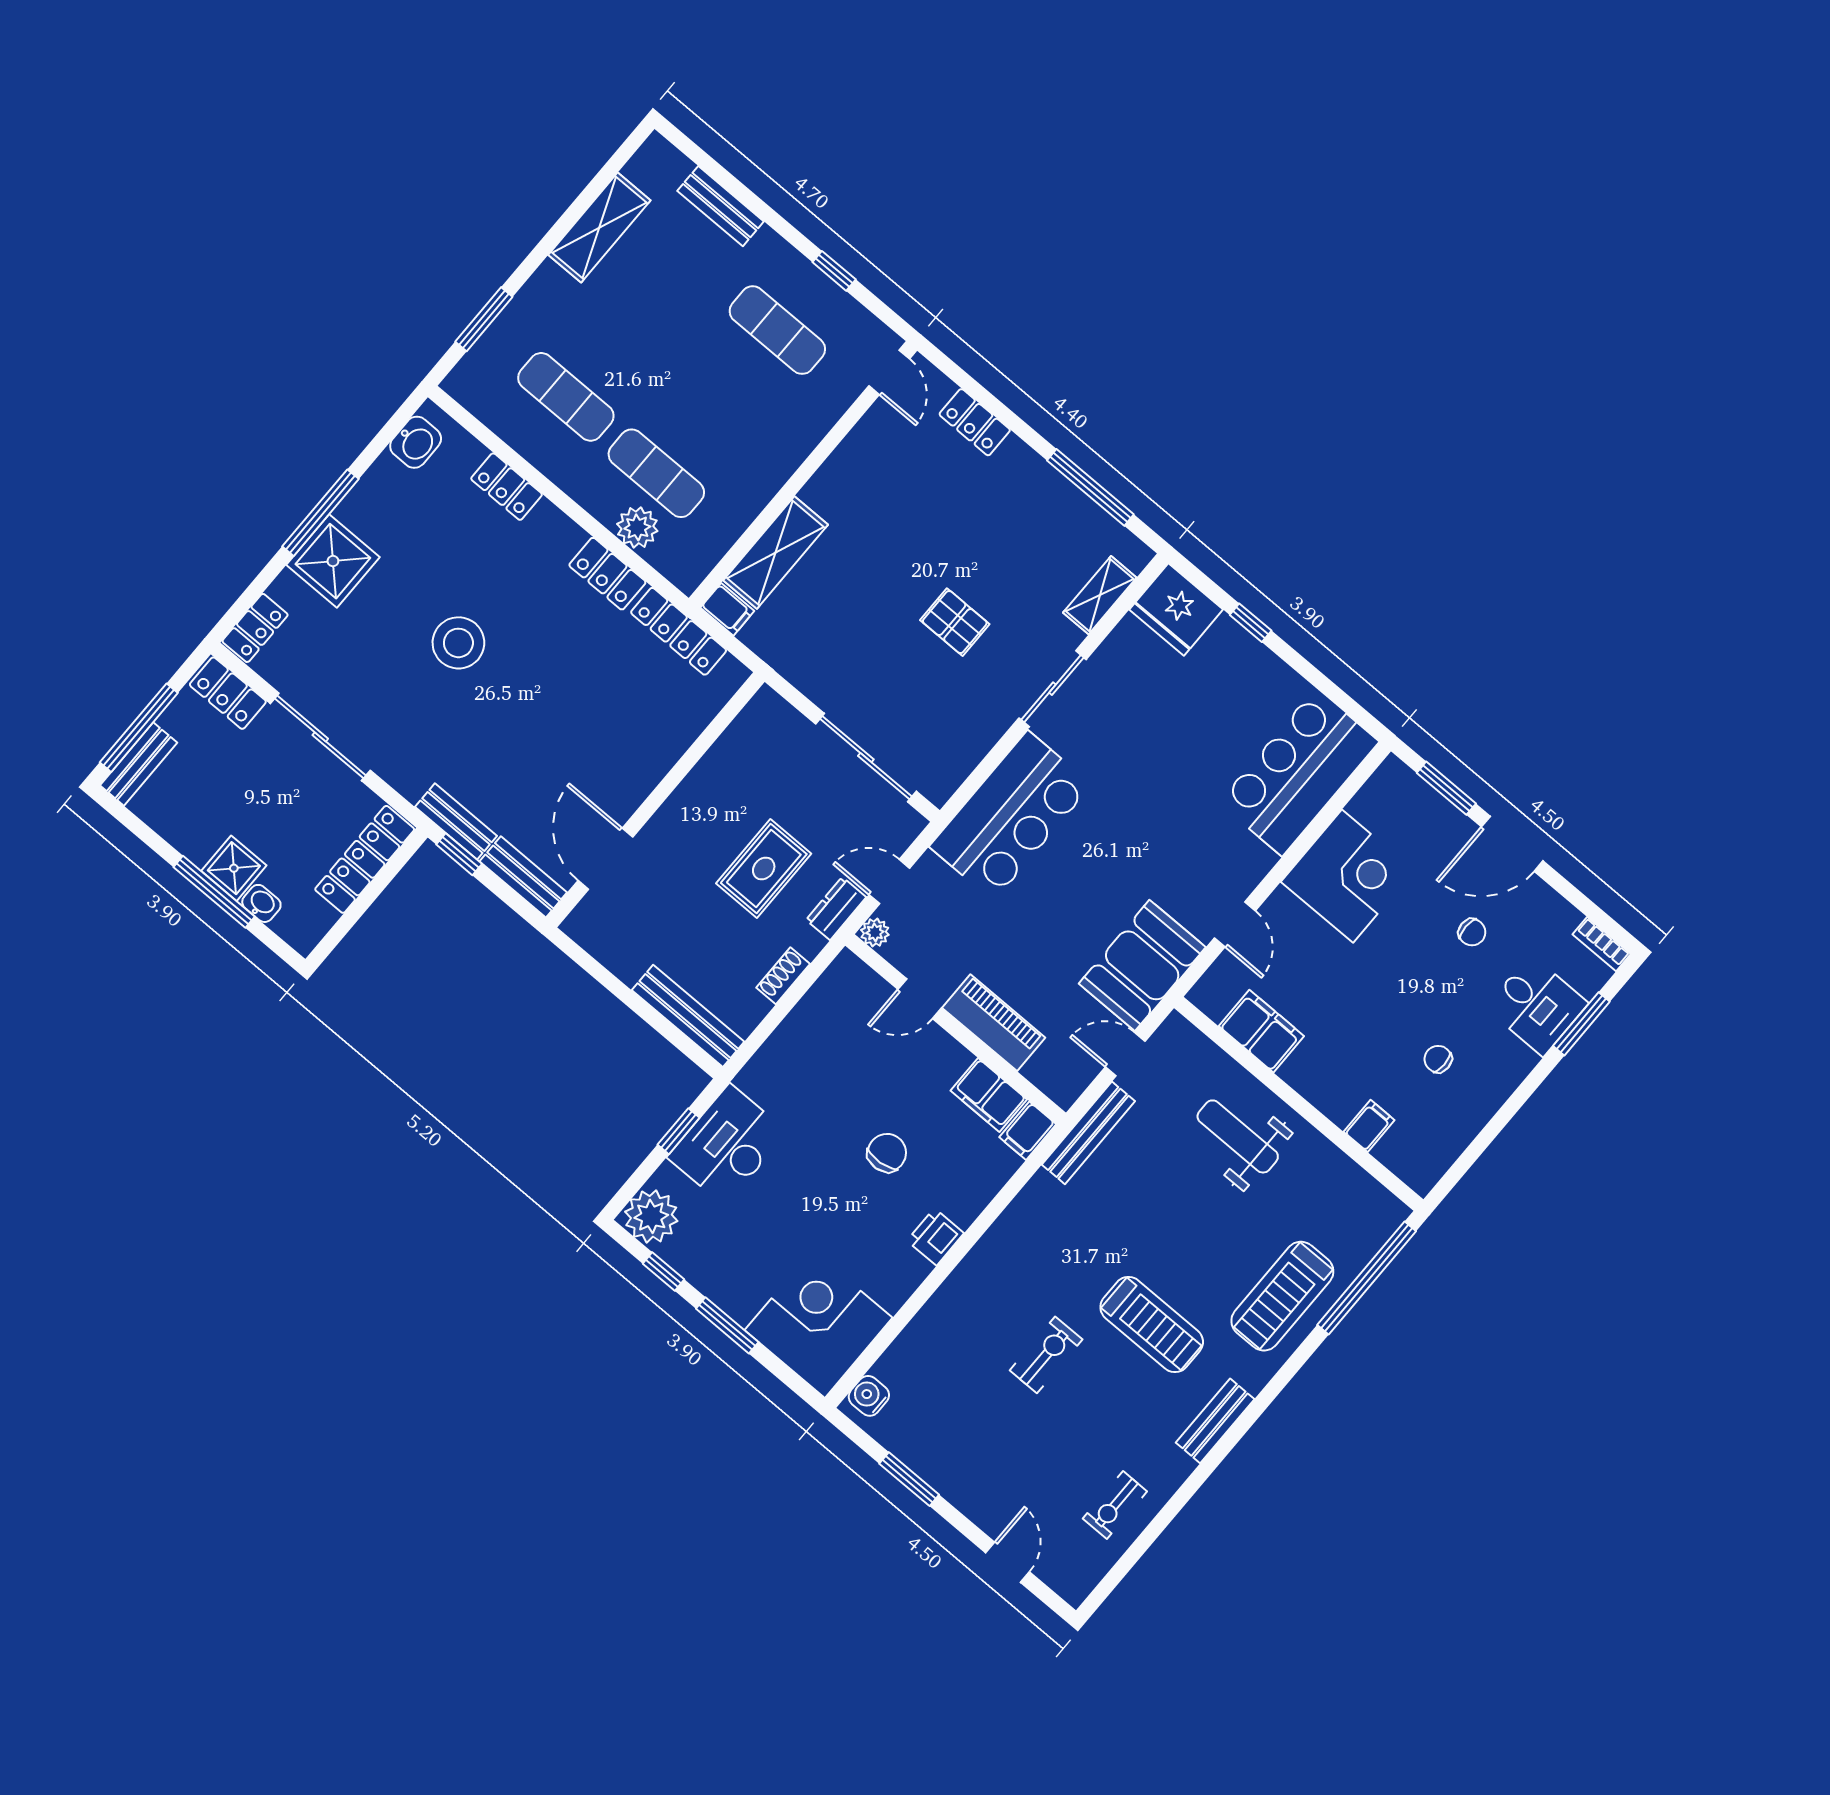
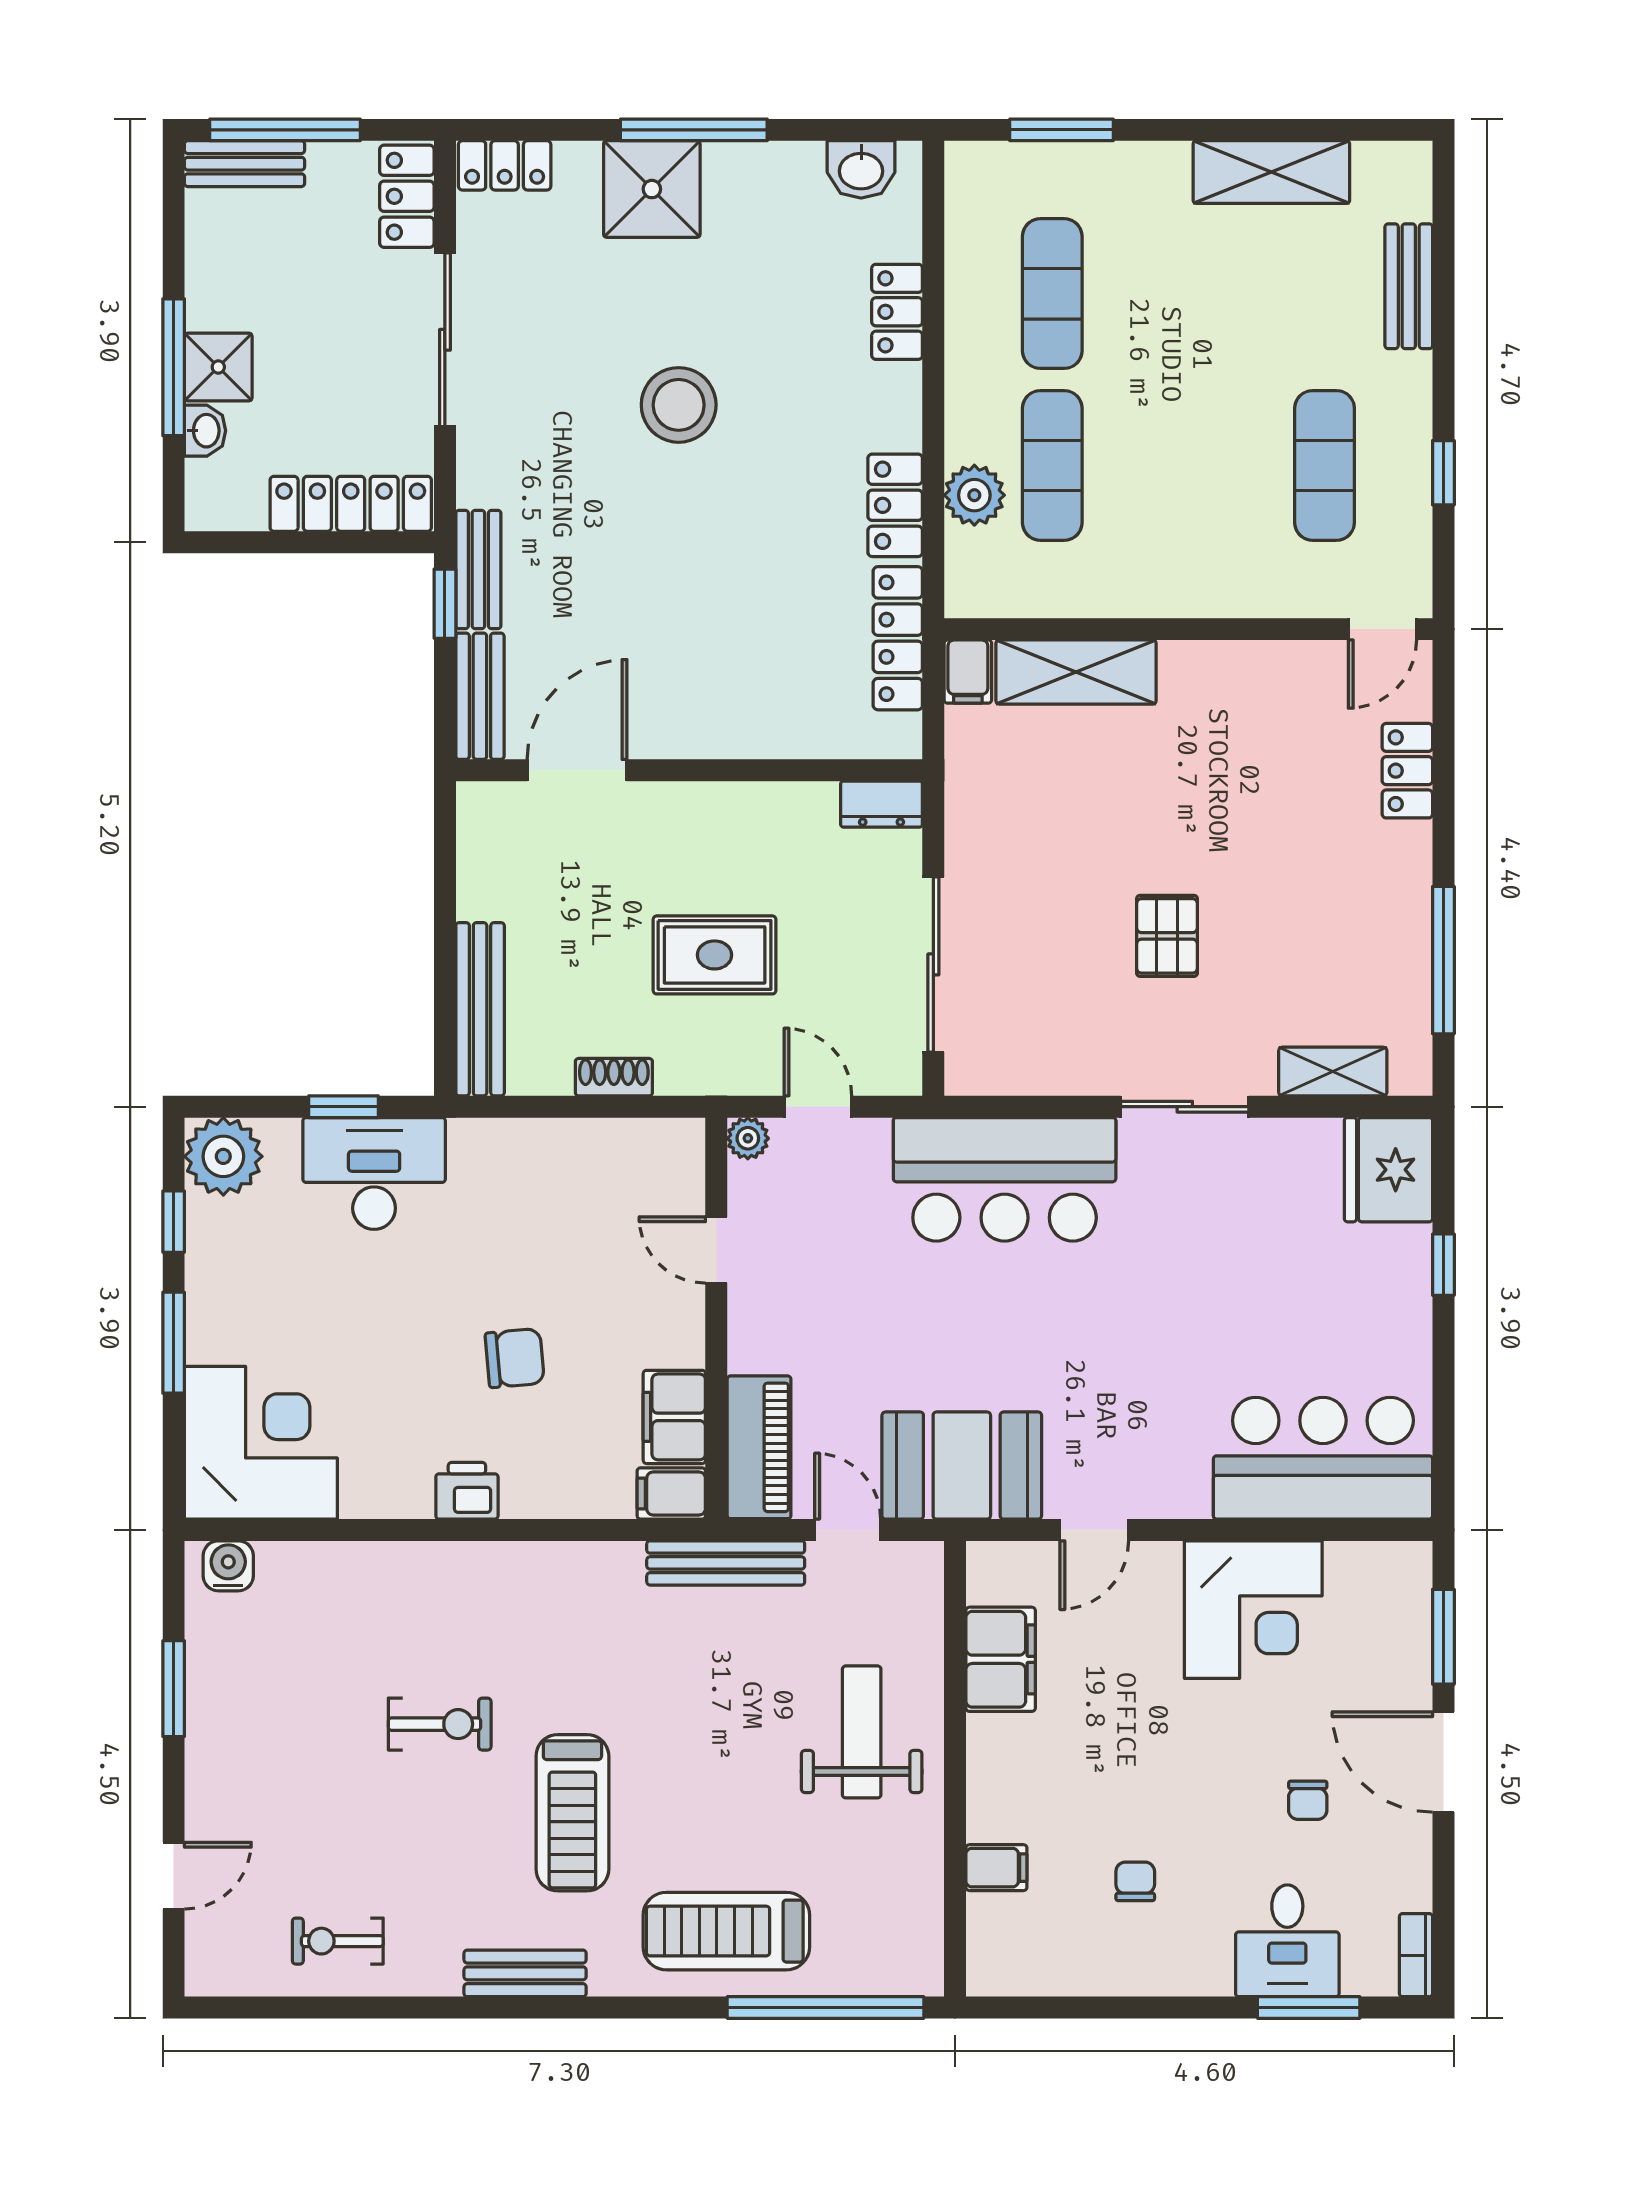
dresser: (836, 909) -> (882, 804), moved, turned 180
piano: (994, 1023) -> (759, 1447), moved

